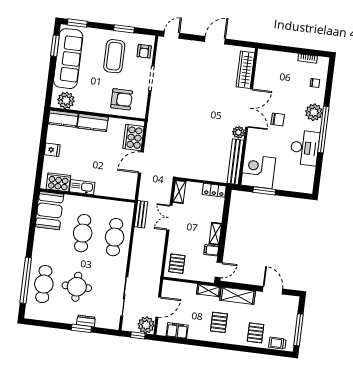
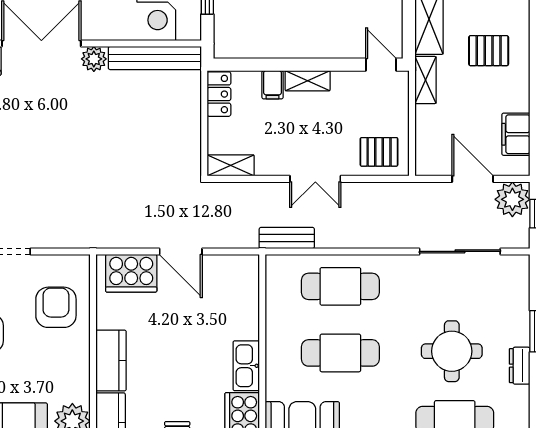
double door: (169, 218) -> (315, 179), moved
filing cabinet: (211, 250) -> (273, 85), moved
dresser: (86, 321) -> (520, 366), moved

